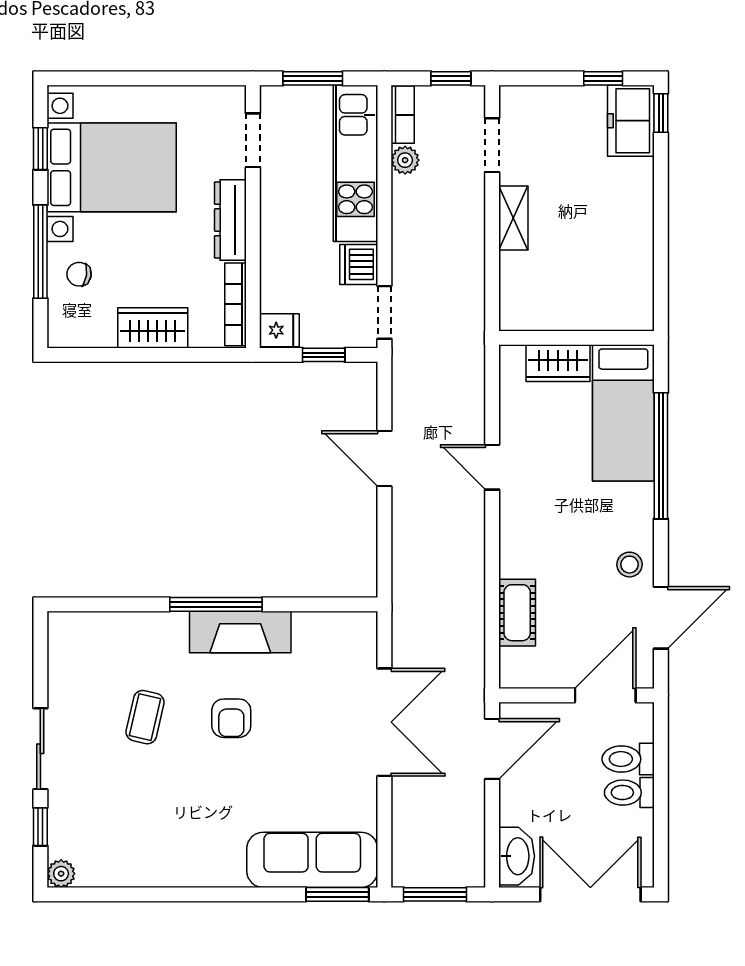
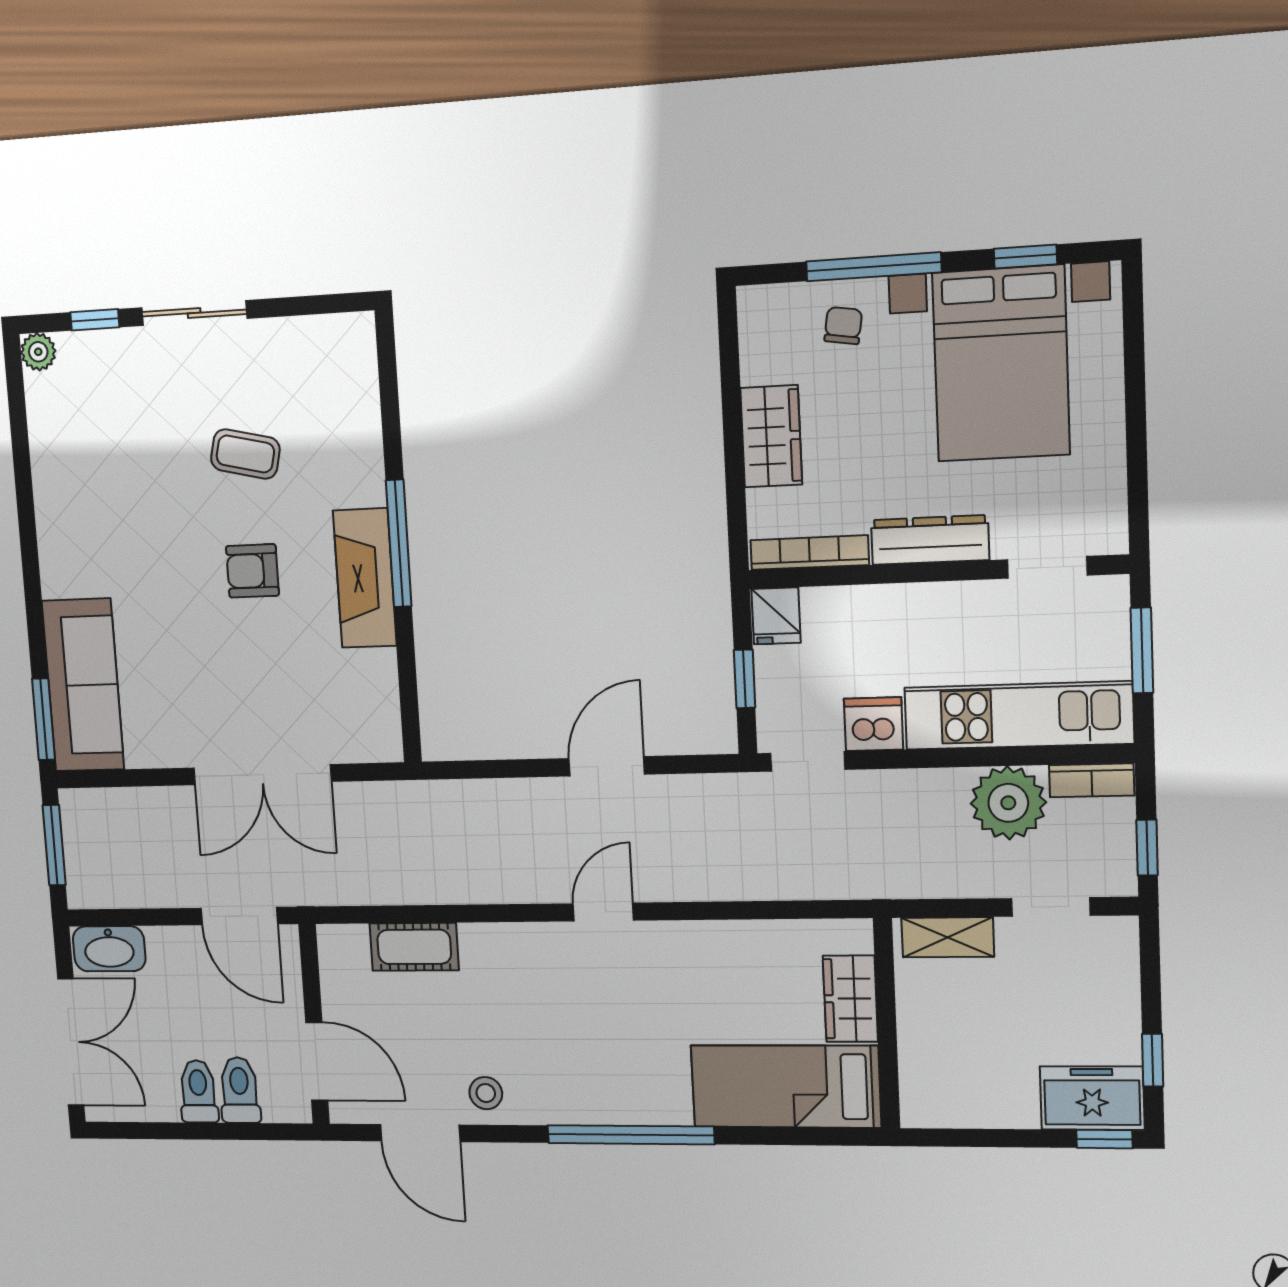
plant: (405, 160) -> (1008, 803), width x1.88, depth x1.88
wall: (577, 338) -> (887, 1024), moved
wardrobe: (558, 363) -> (850, 999), moved
bed: (623, 413) -> (786, 1086), moved

